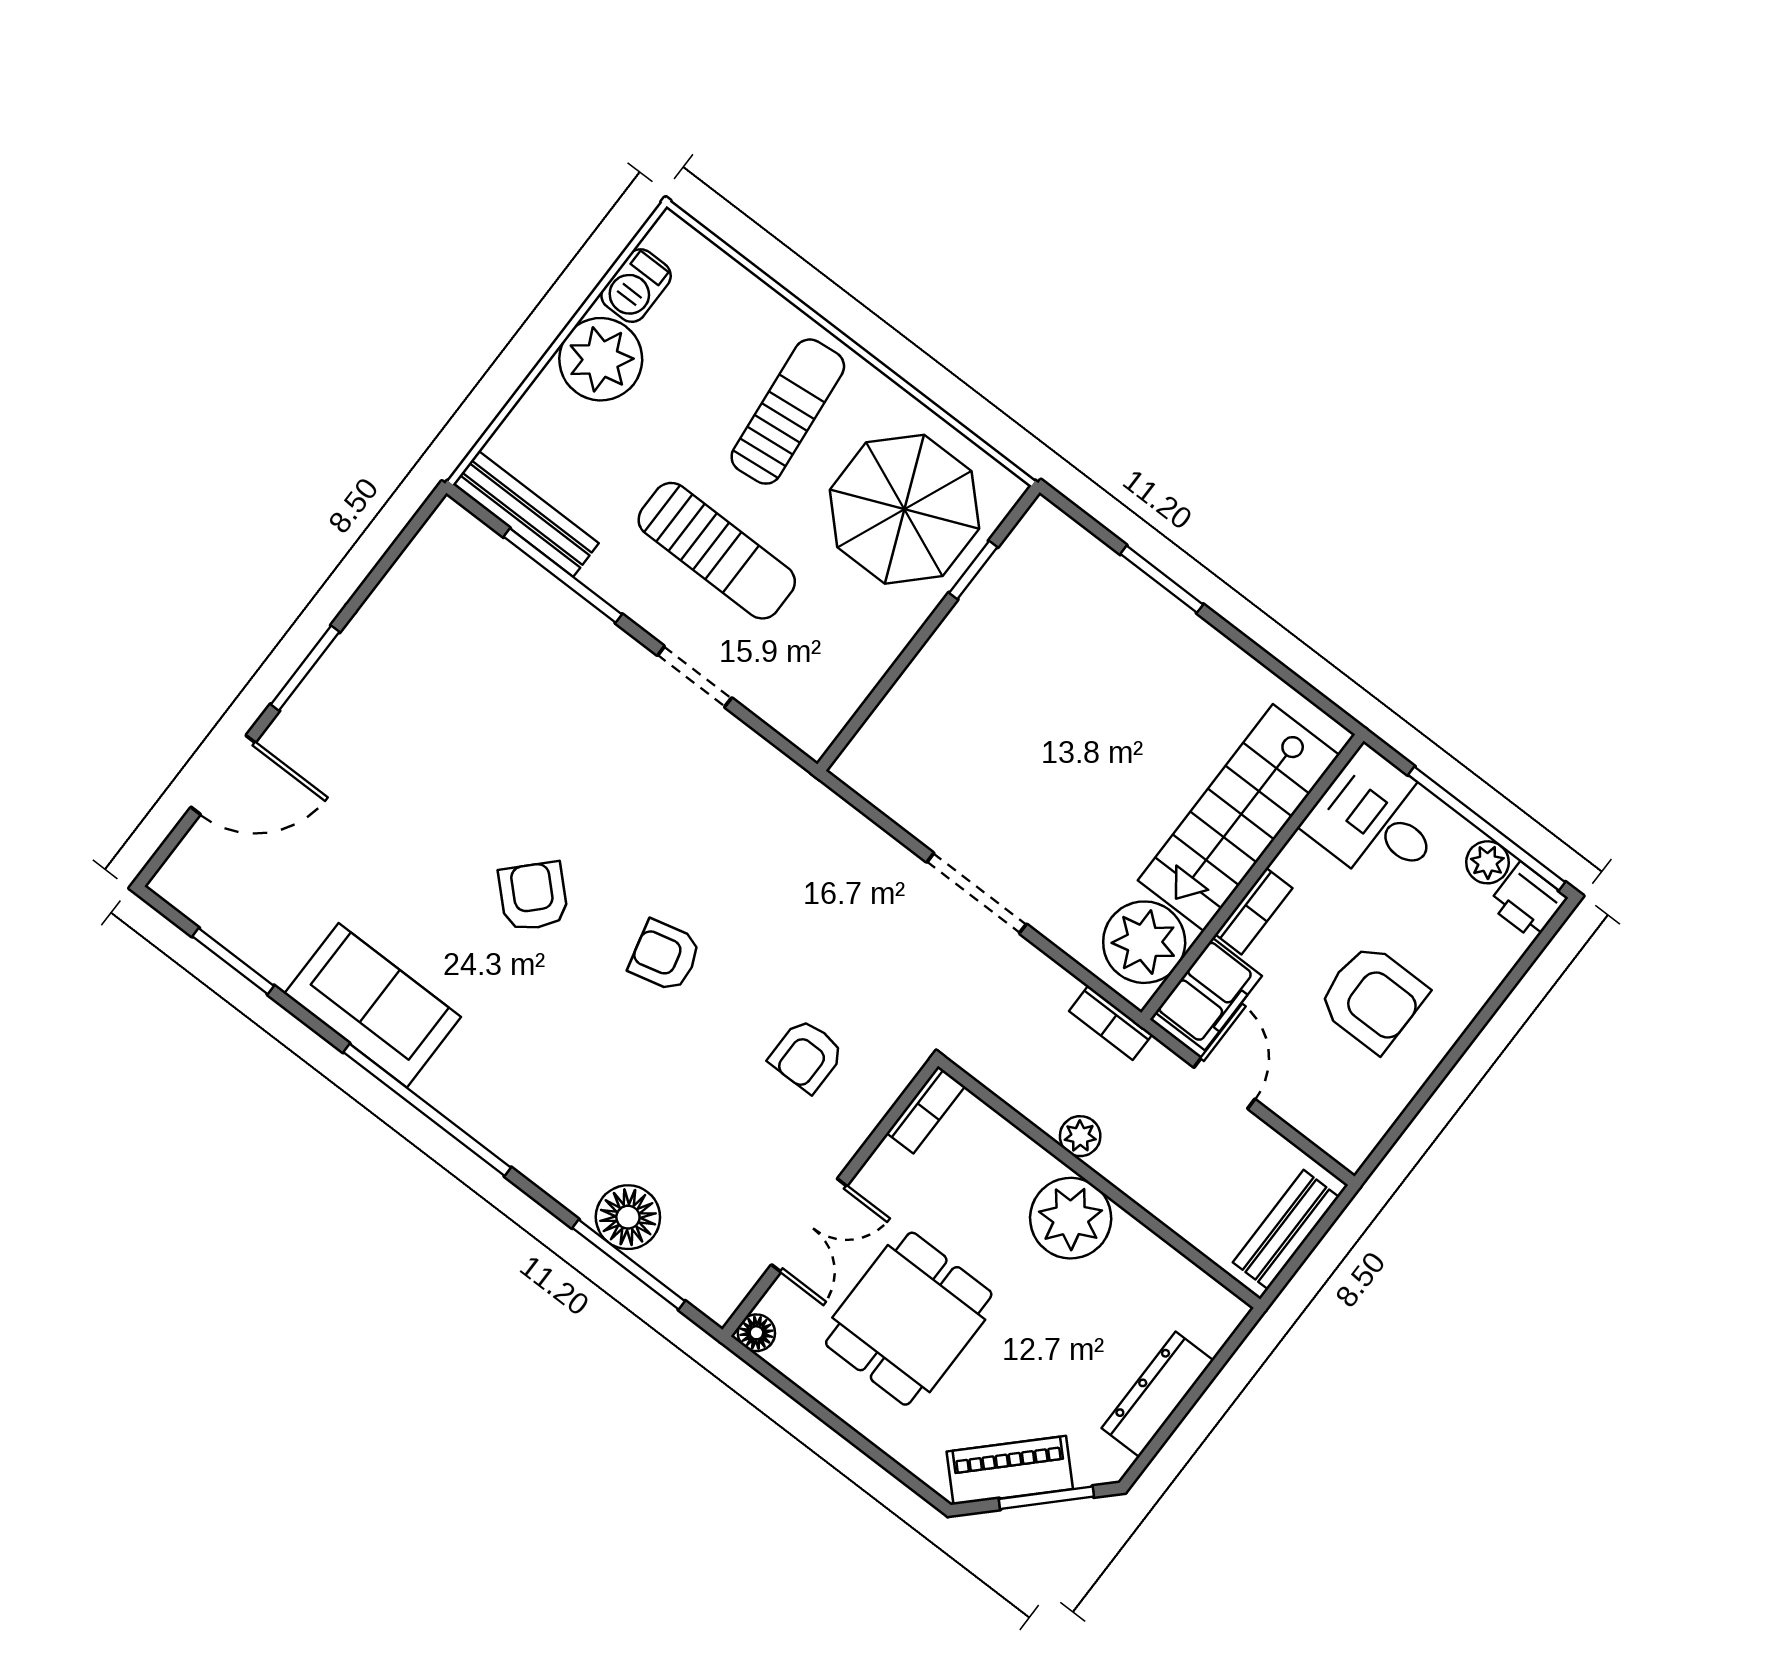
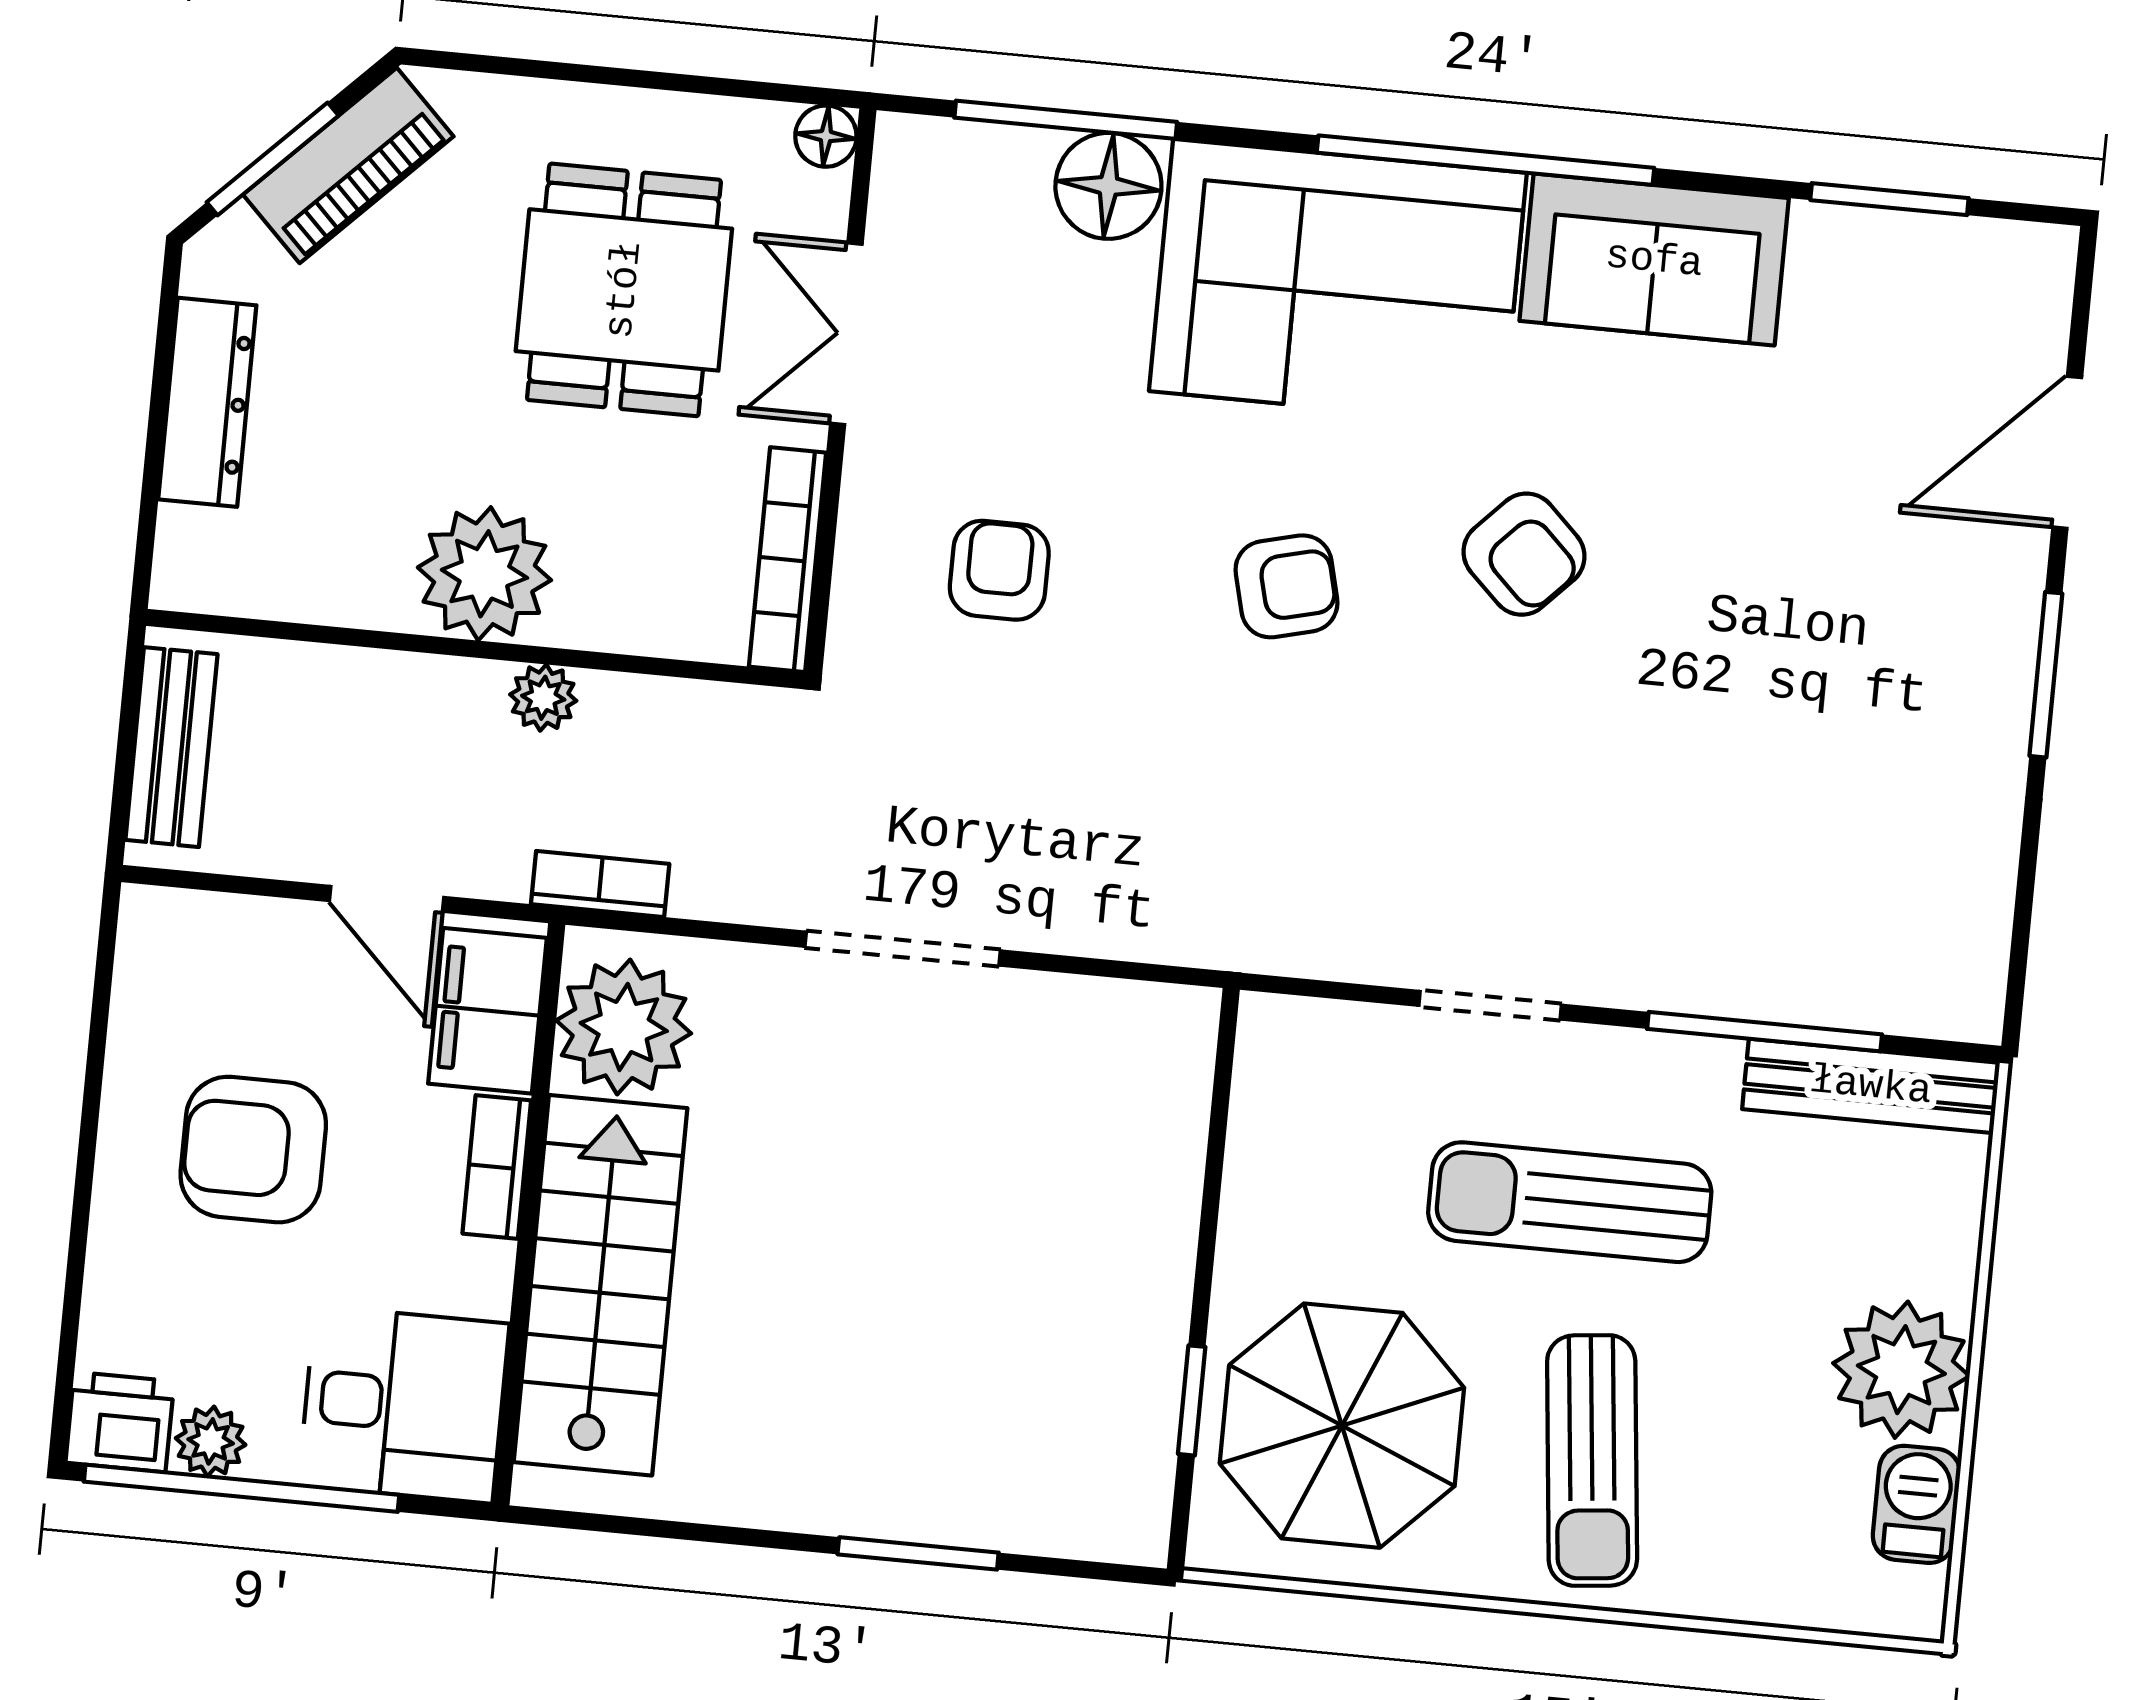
corner sofa: (541, 1095) -> (1338, 282), added
bookcase: (926, 1110) -> (788, 560), width x1.56

